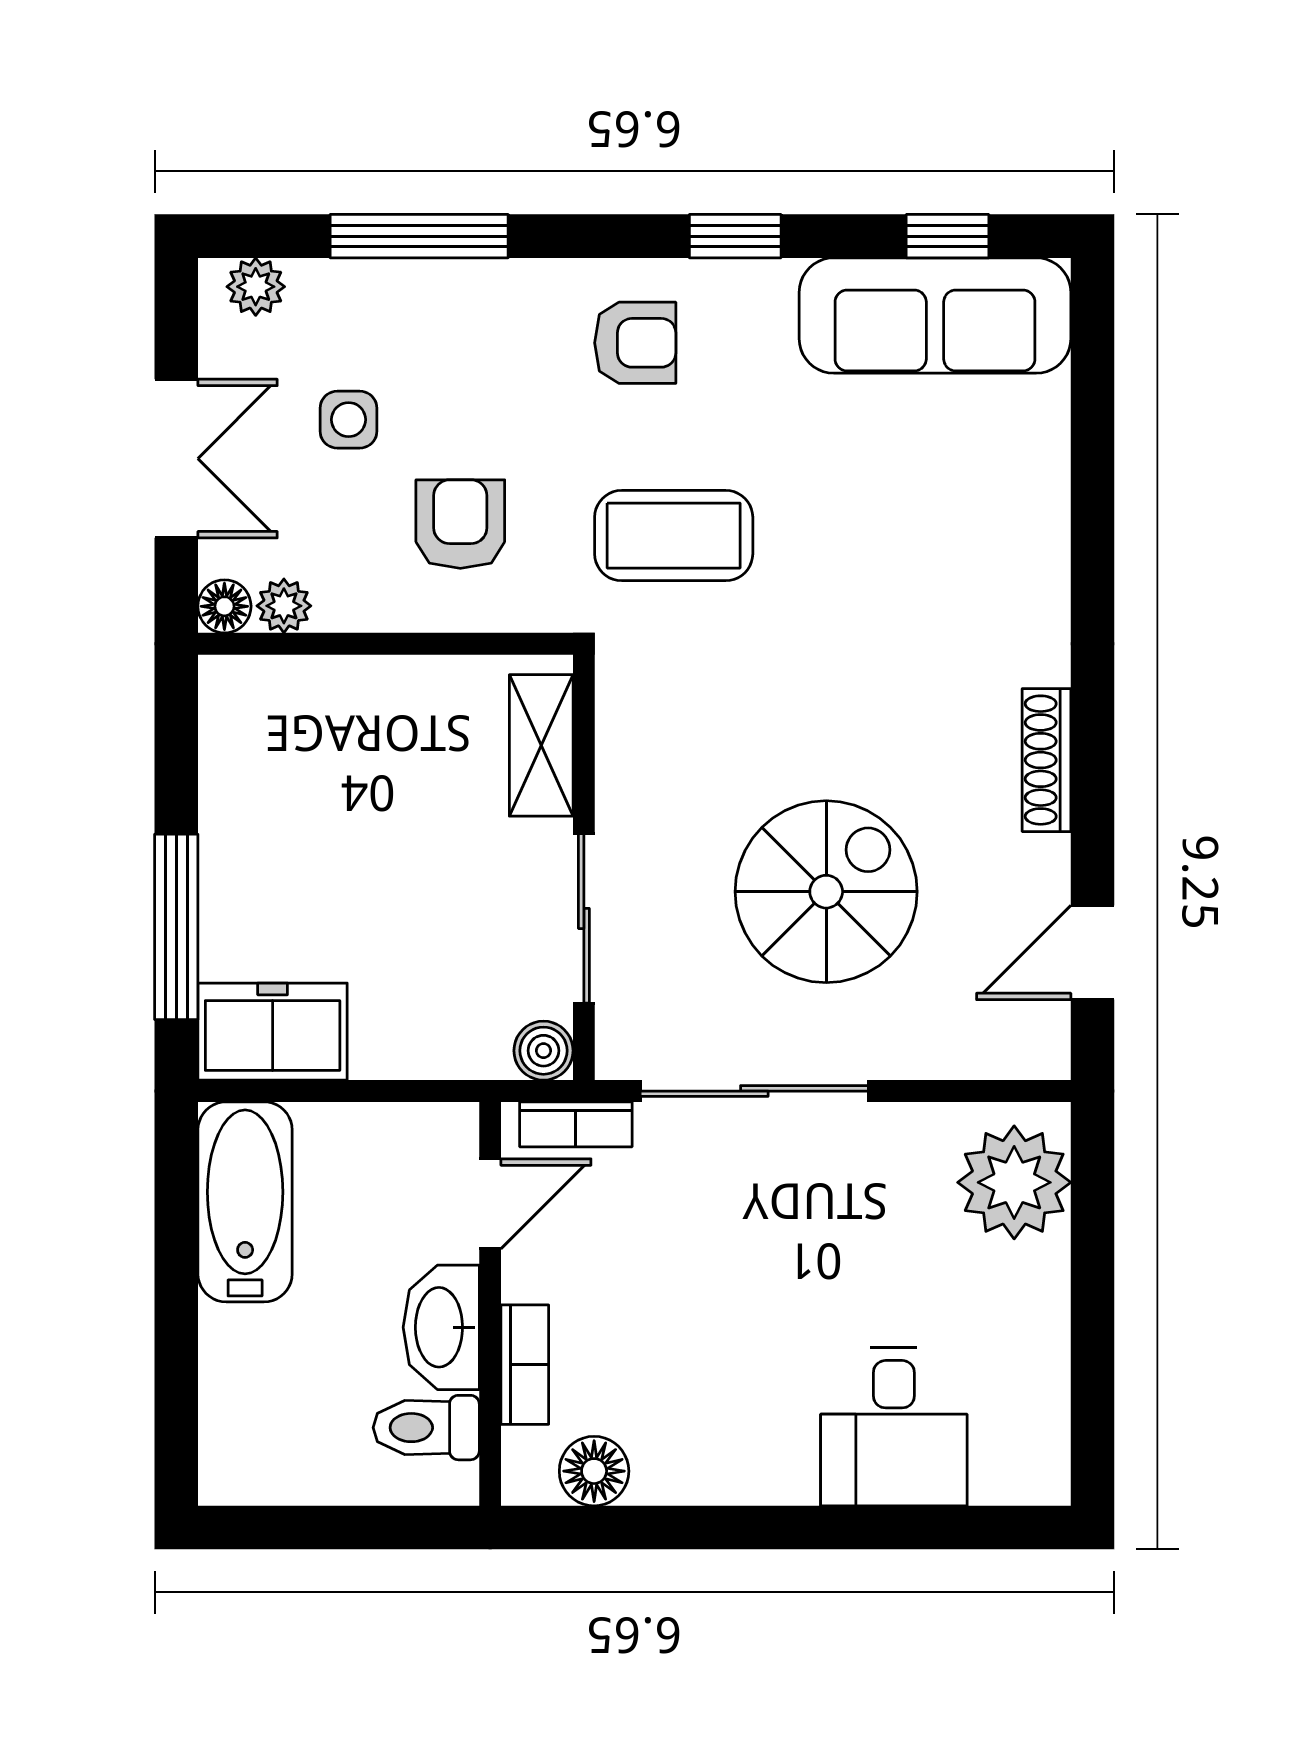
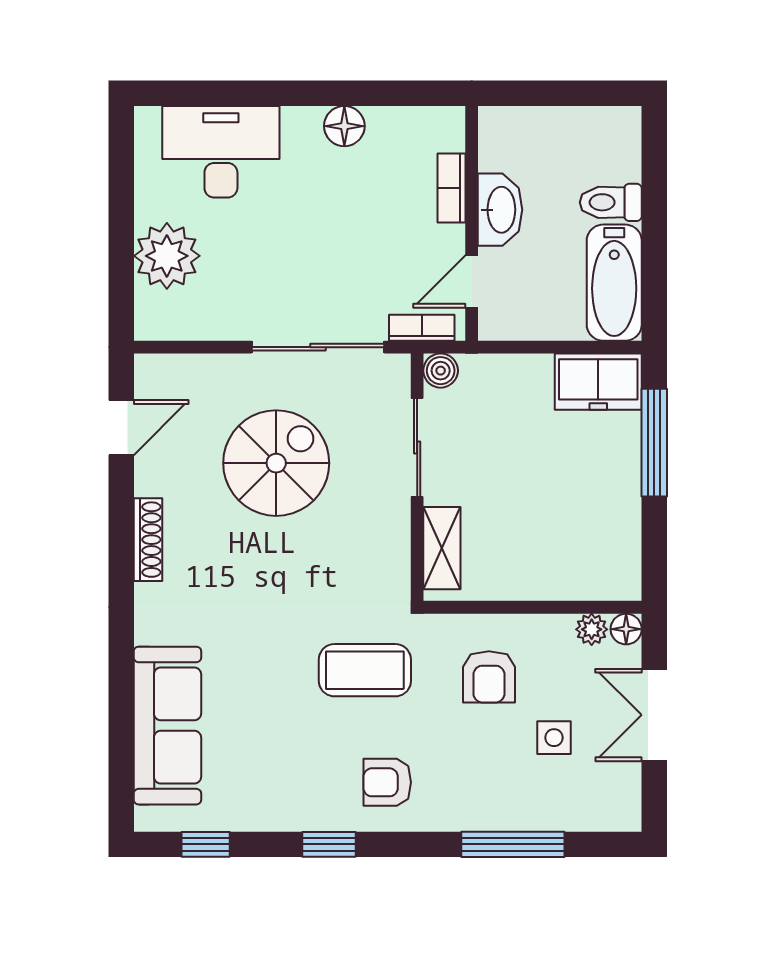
plant: (256, 287) -> (608, 815), removed
sofa: (935, 315) -> (167, 726), moved, turned 90
spiral stairs: (826, 892) -> (276, 463), turned 180
plant: (1014, 1182) -> (167, 256), moved
desk: (894, 1427) -> (221, 152), width x1.37
toilet: (426, 1428) -> (611, 202), moved, turned 180
floor lamp: (594, 1471) -> (344, 126), moved

